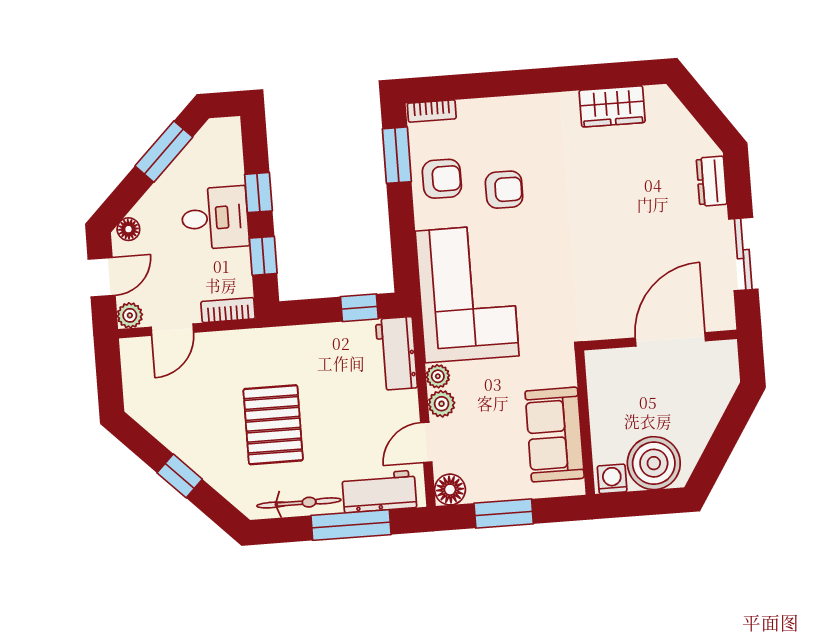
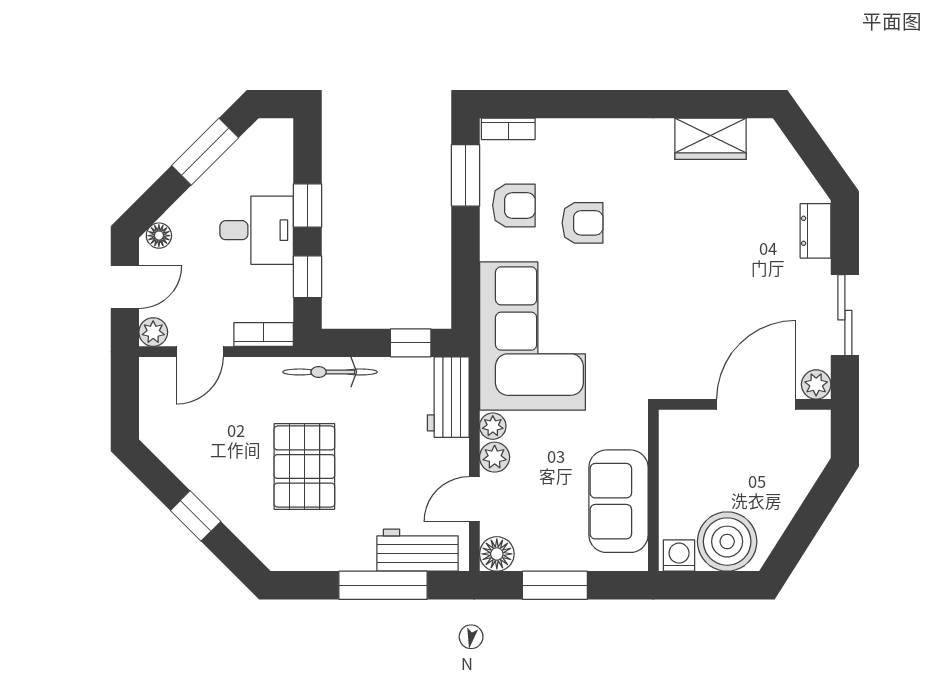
plant: (722, 318) -> (816, 384), added
bicycle: (299, 503) -> (330, 372), moved, turned 180

